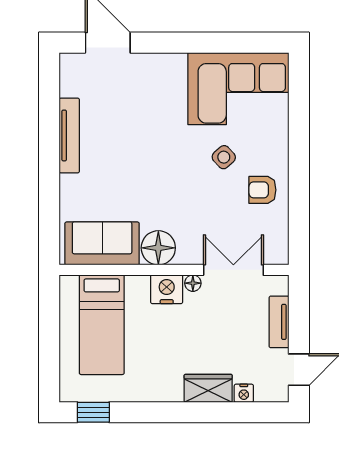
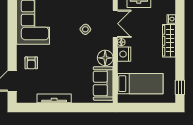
side table: (224, 157) -> (85, 29), moved
armchair: (262, 190) -> (31, 63), moved
double door: (233, 270) -> (115, 24), swing flipped
wardrobe: (208, 388) -> (169, 41), width x1.50

